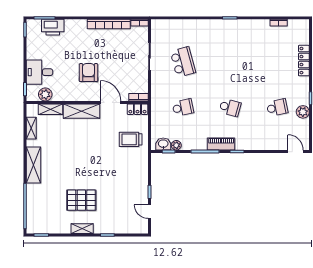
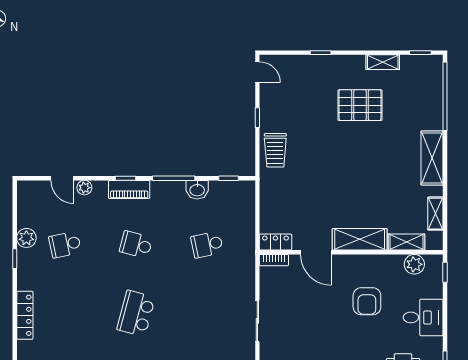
school desk: (183, 62) -> (136, 313), moved, turned 30
desk: (39, 72) -> (423, 317), moved
armchair: (89, 73) -> (367, 301), moved
trolley: (131, 139) -> (275, 150), moved, turned 90
washbasin: (163, 144) -> (197, 190), moved
piano: (221, 144) -> (129, 190), moved
plant: (176, 145) -> (84, 188), moved
door: (296, 152) -> (62, 178), moved
door: (149, 212) -> (257, 72), moved
shelving: (82, 229) -> (383, 62), moved

